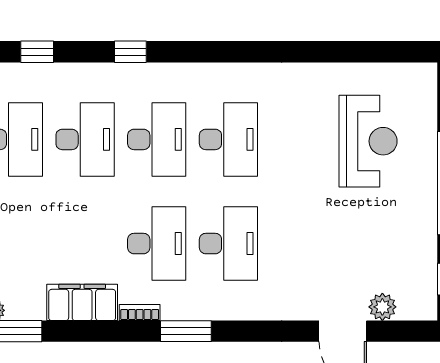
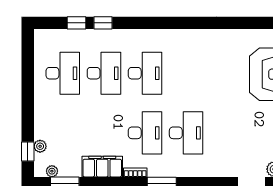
window: (130, 52) -> (103, 23), moved
desk: (228, 139) -> (186, 73), removed

